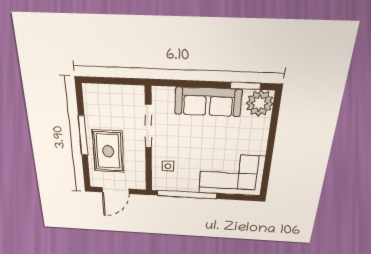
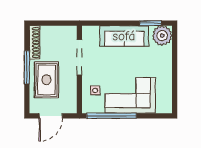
shoe rack: (90, 105) -> (35, 43), added
corner sofa: (231, 175) -> (130, 95), moved

